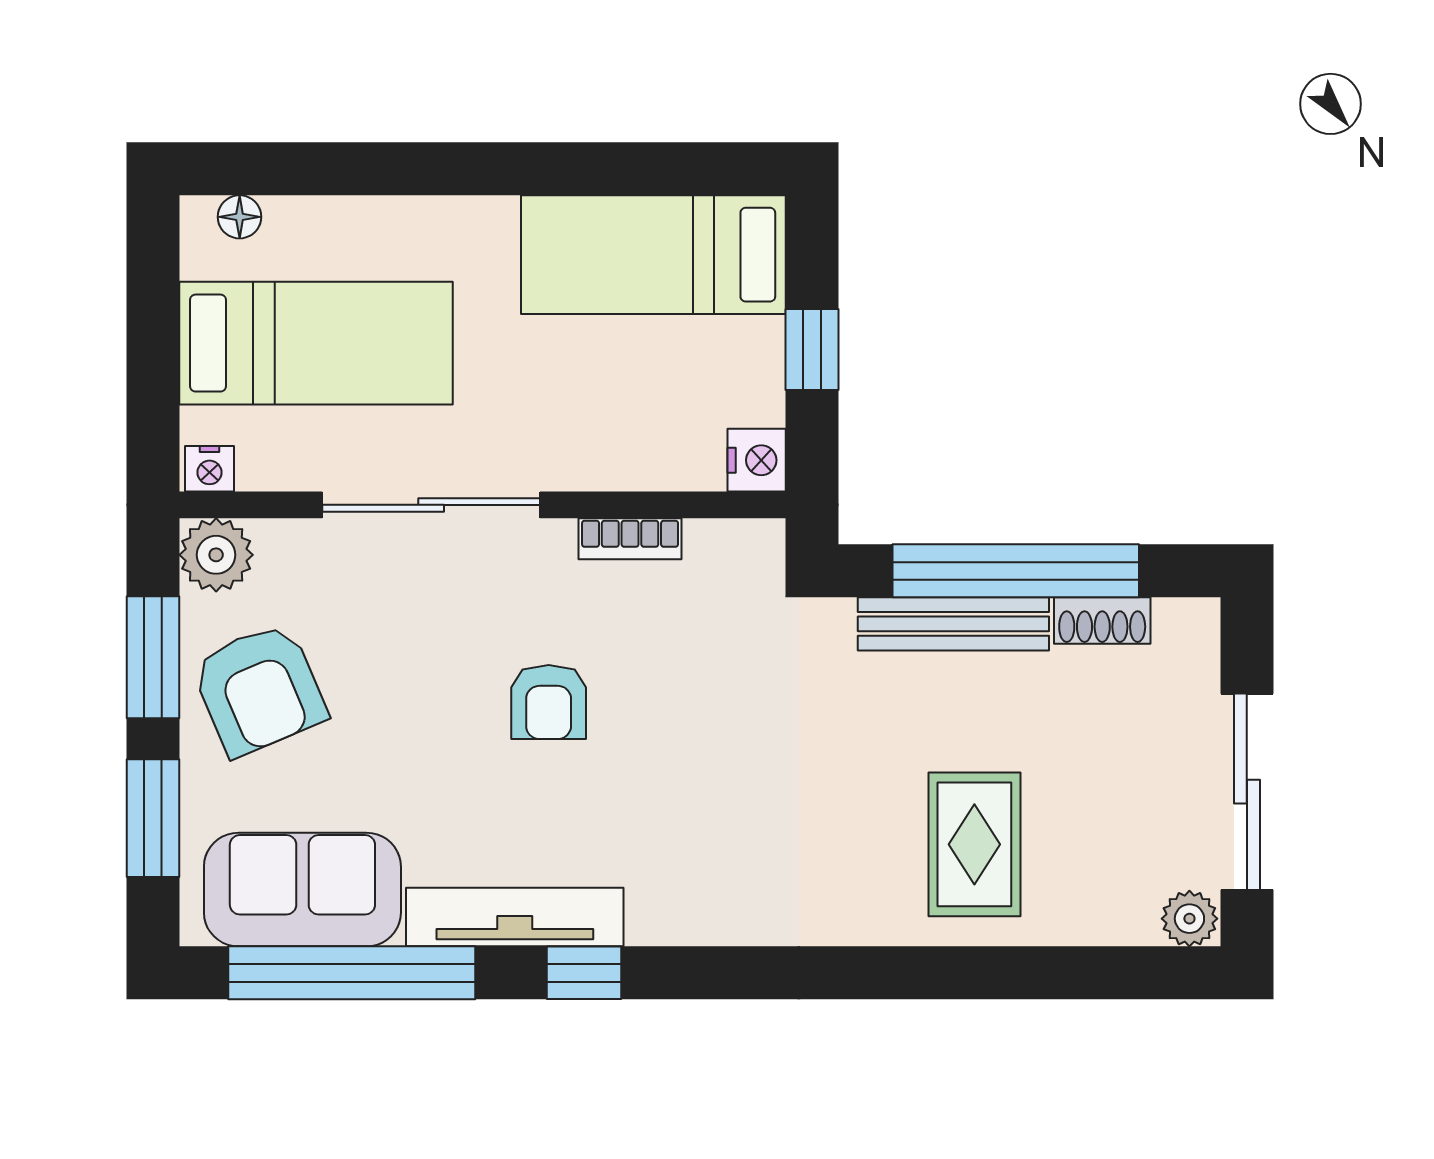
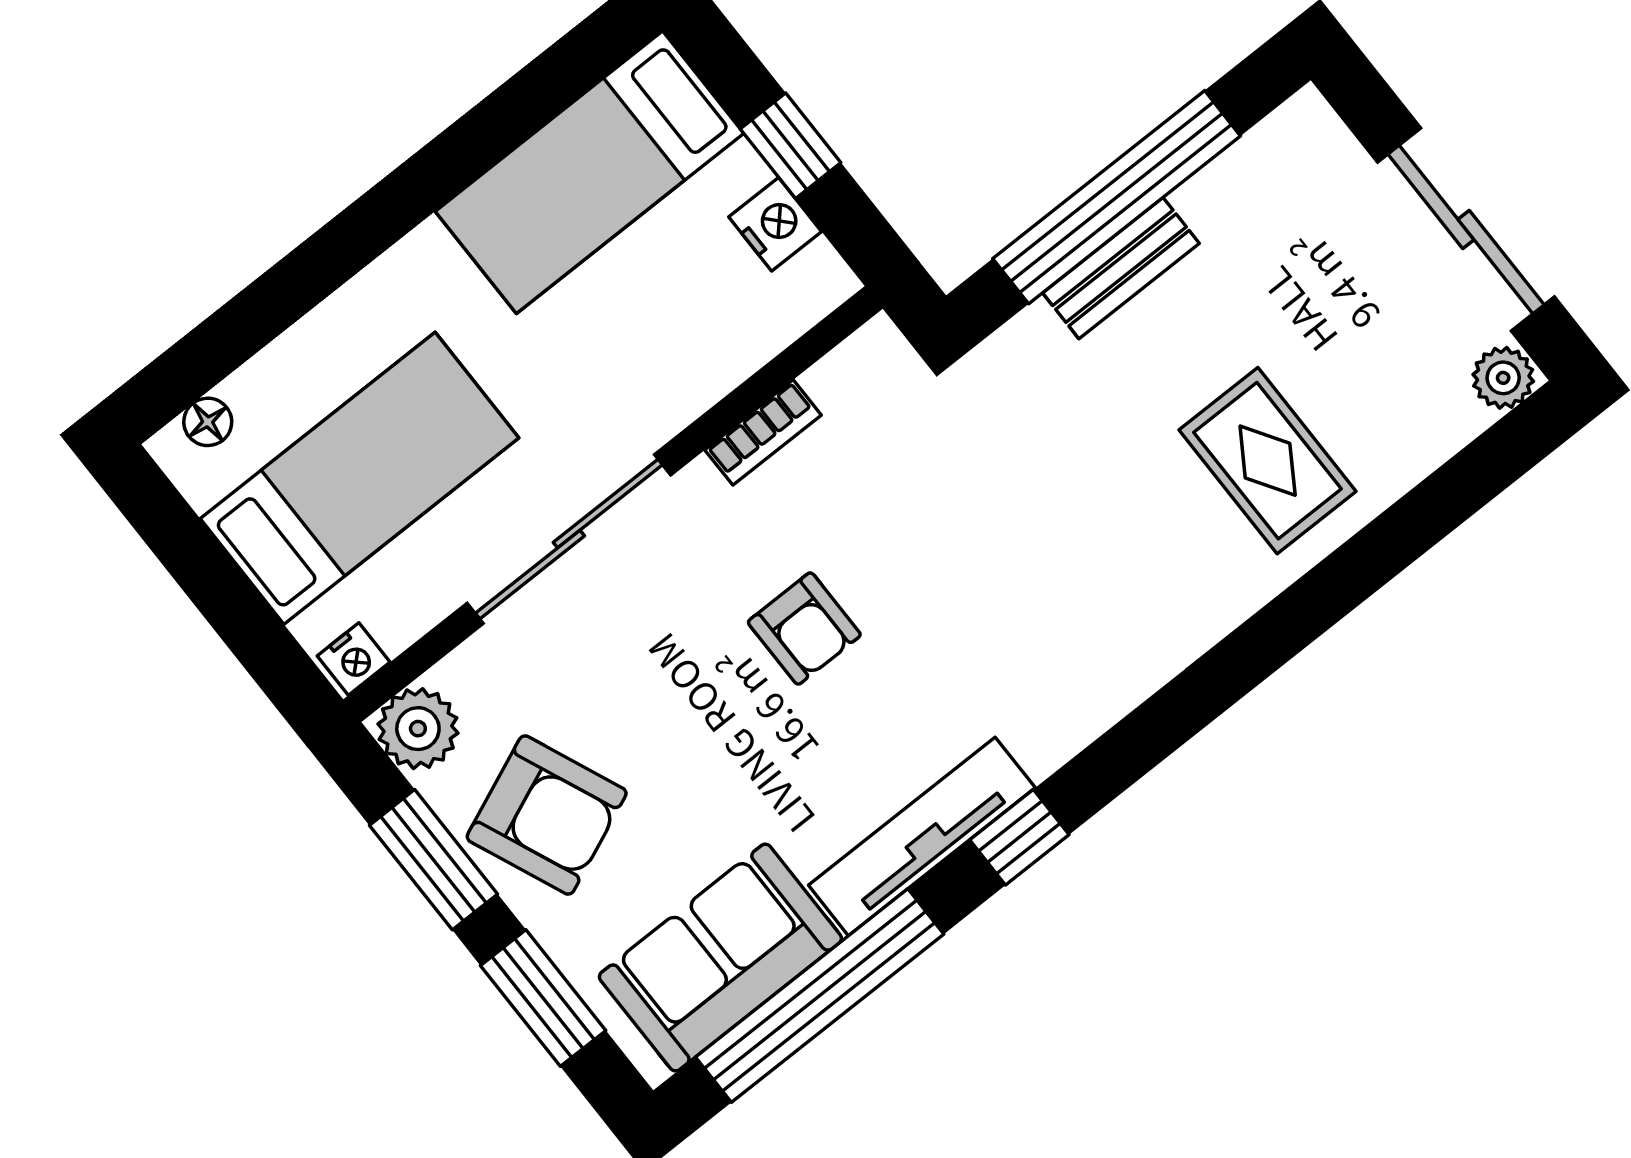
nightstand: (757, 460) -> (775, 224), moved
shoe rack: (1102, 621) -> (1225, 181), removed
bench: (953, 624) -> (1121, 268), width x0.73

